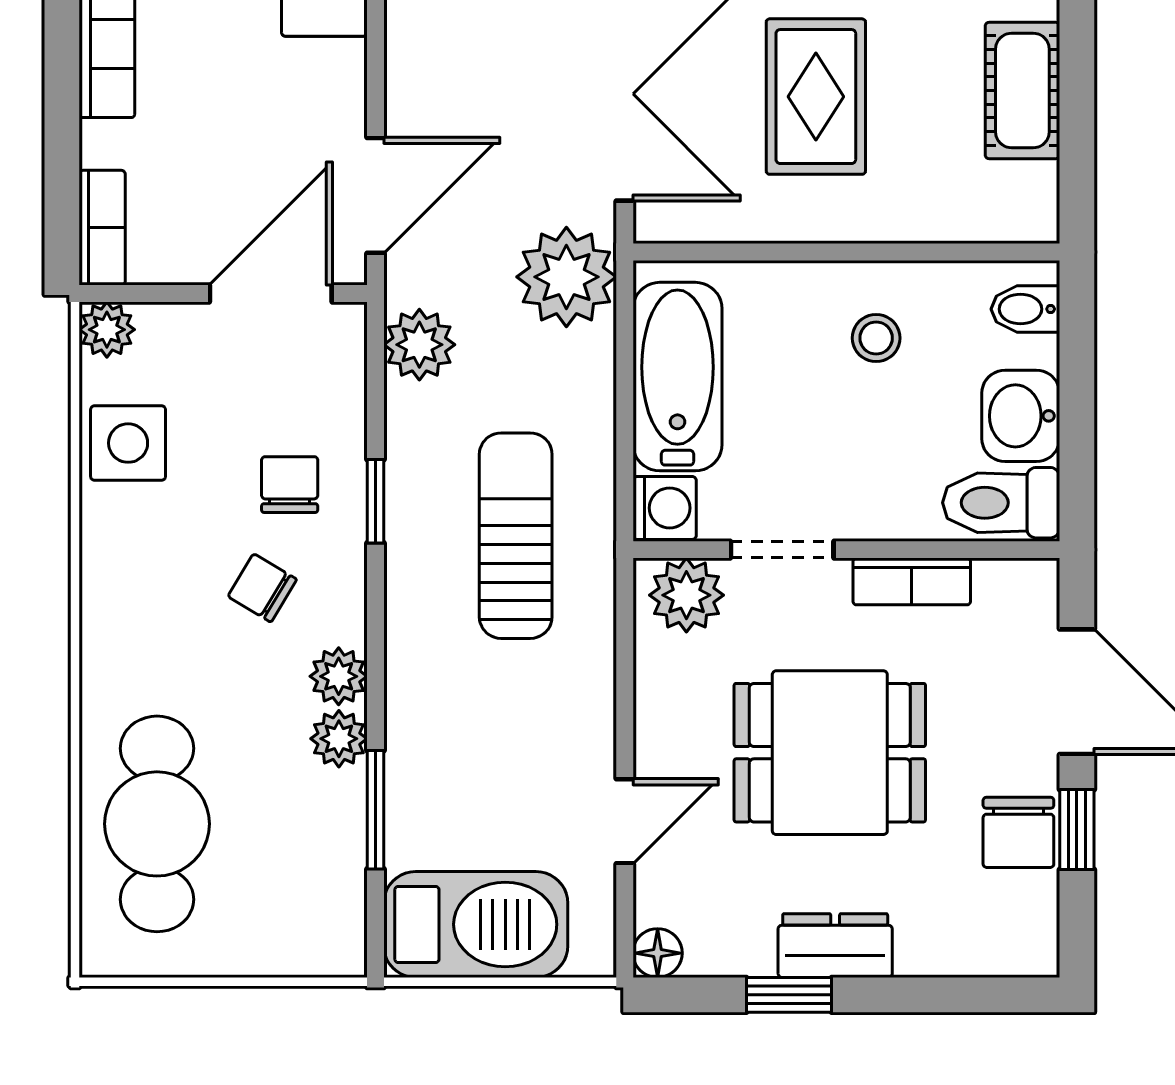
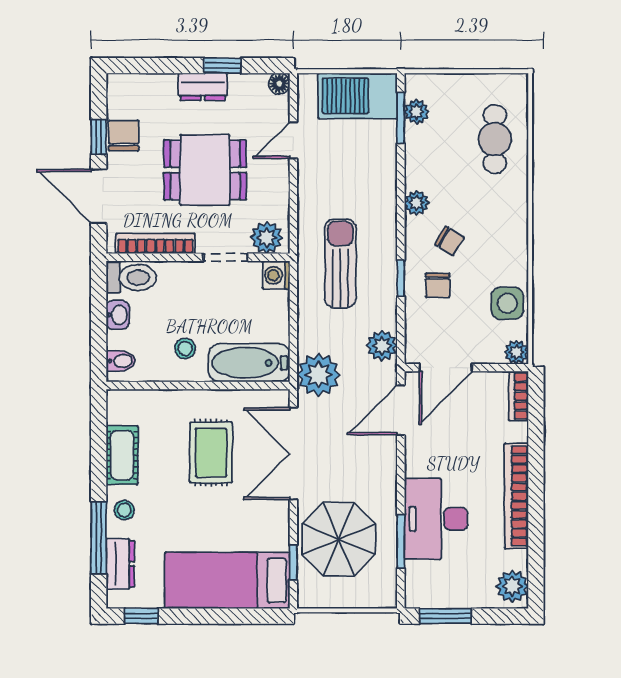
bathtub: (677, 377) -> (249, 363), moved, turned 90
washbasin: (1021, 416) -> (118, 315), width x0.72, depth x0.69
sun lounger: (516, 536) -> (340, 263), turned 180
bookcase: (912, 581) -> (155, 244), width x1.56
plant: (339, 739) -> (416, 112), moved
window: (375, 810) -> (401, 118), moved
cafe table: (157, 824) -> (495, 139), width x0.73, depth x0.74

